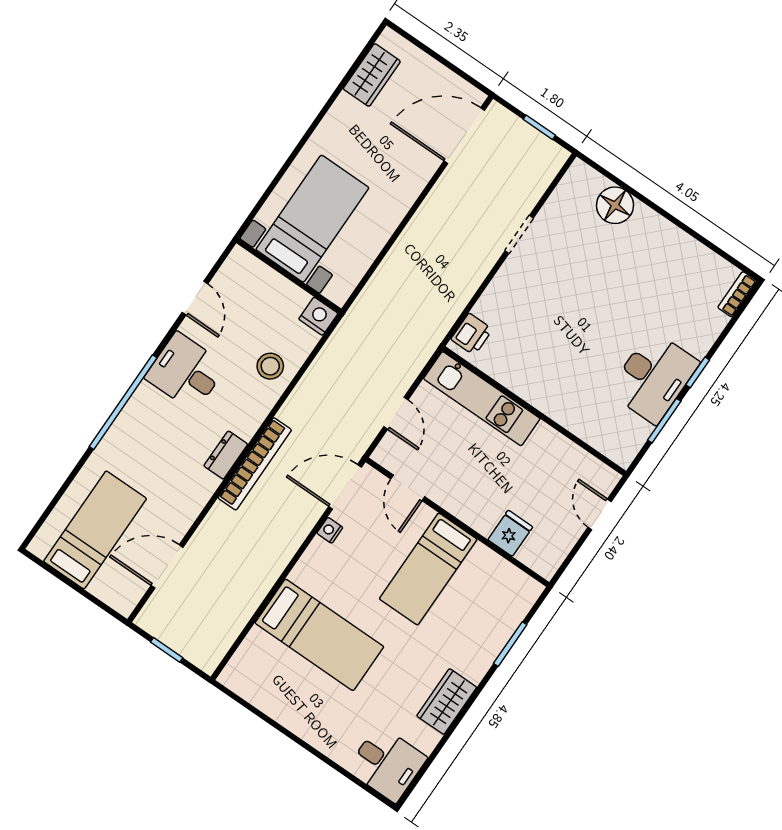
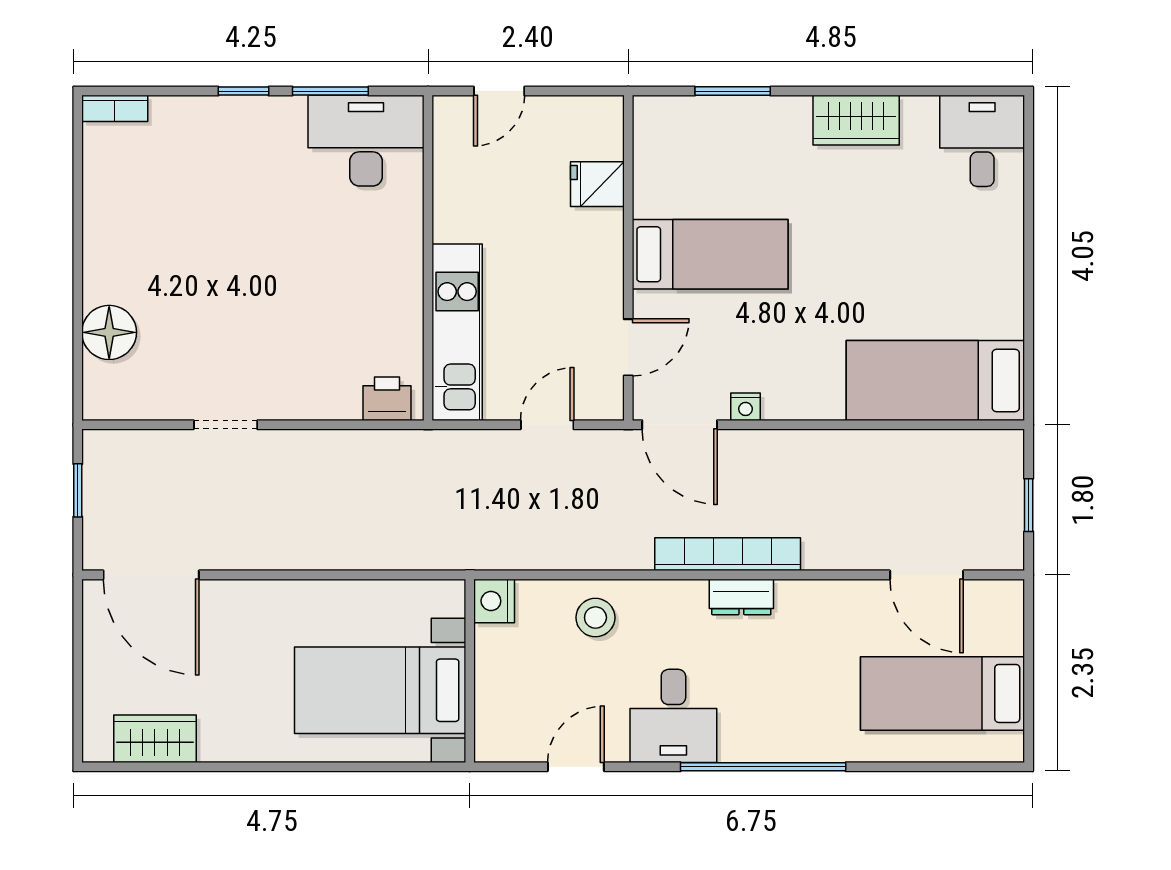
desk: (654, 377) -> (366, 141), moved
bed: (319, 635) -> (935, 381), moved, turned -90

